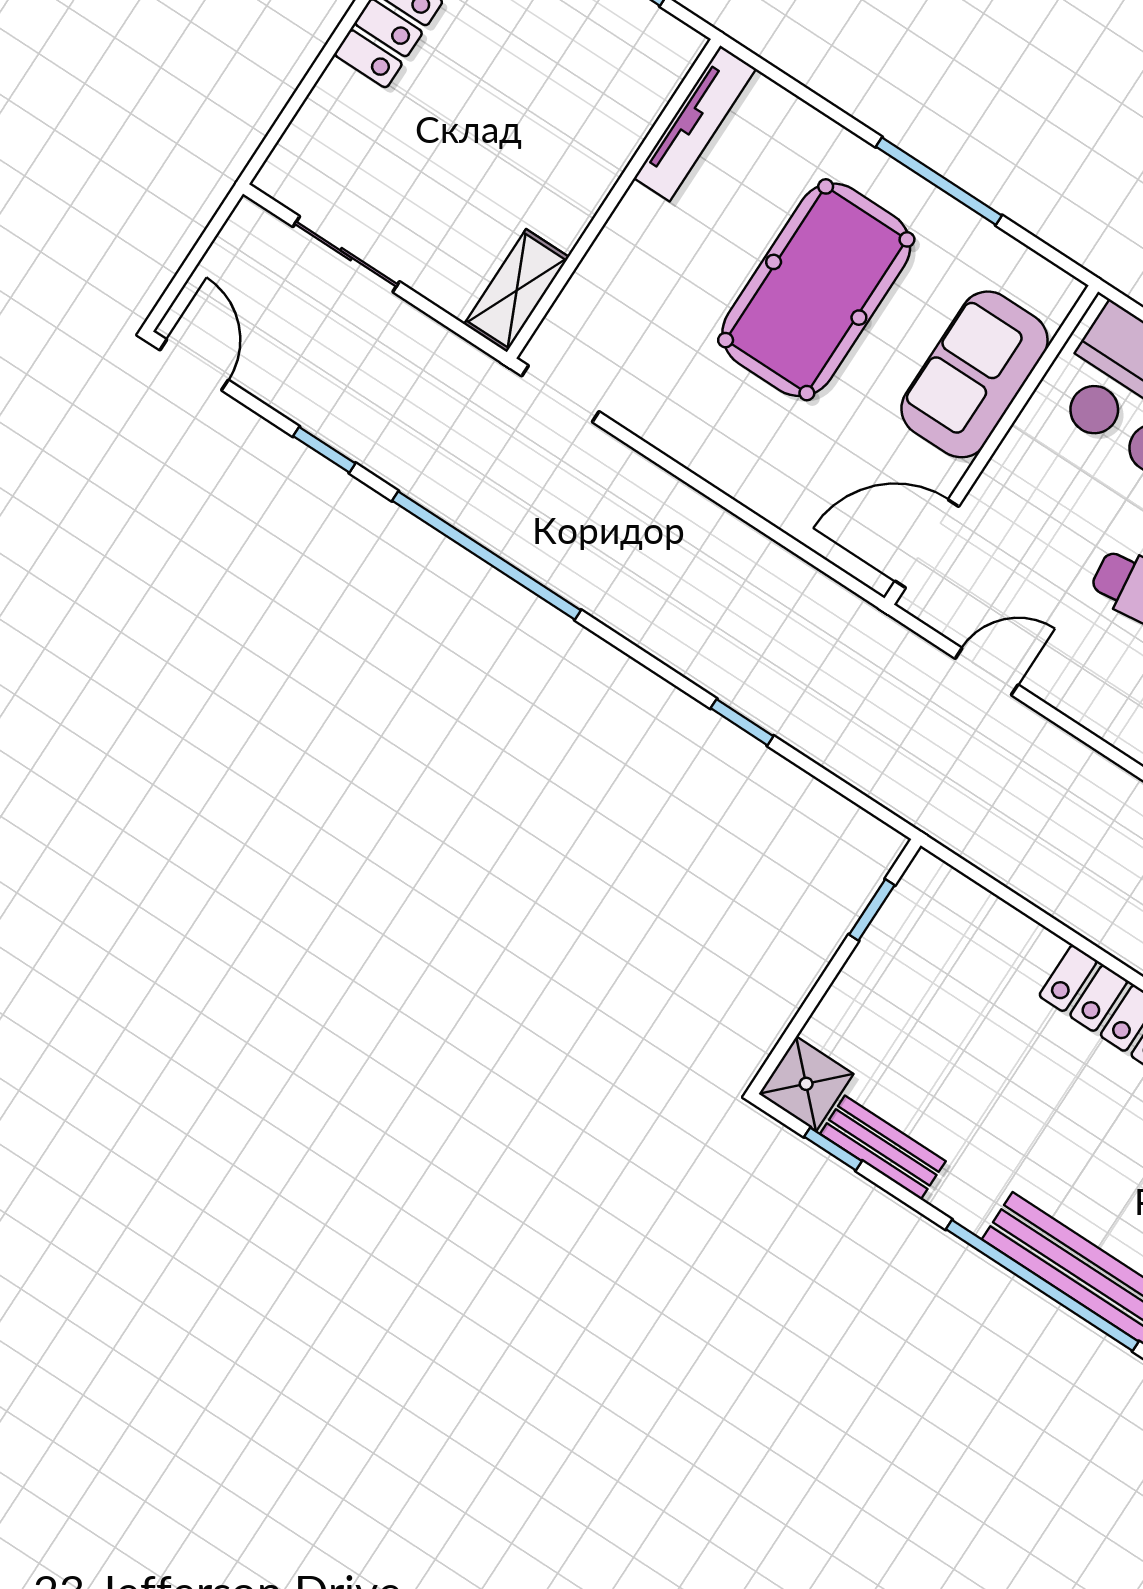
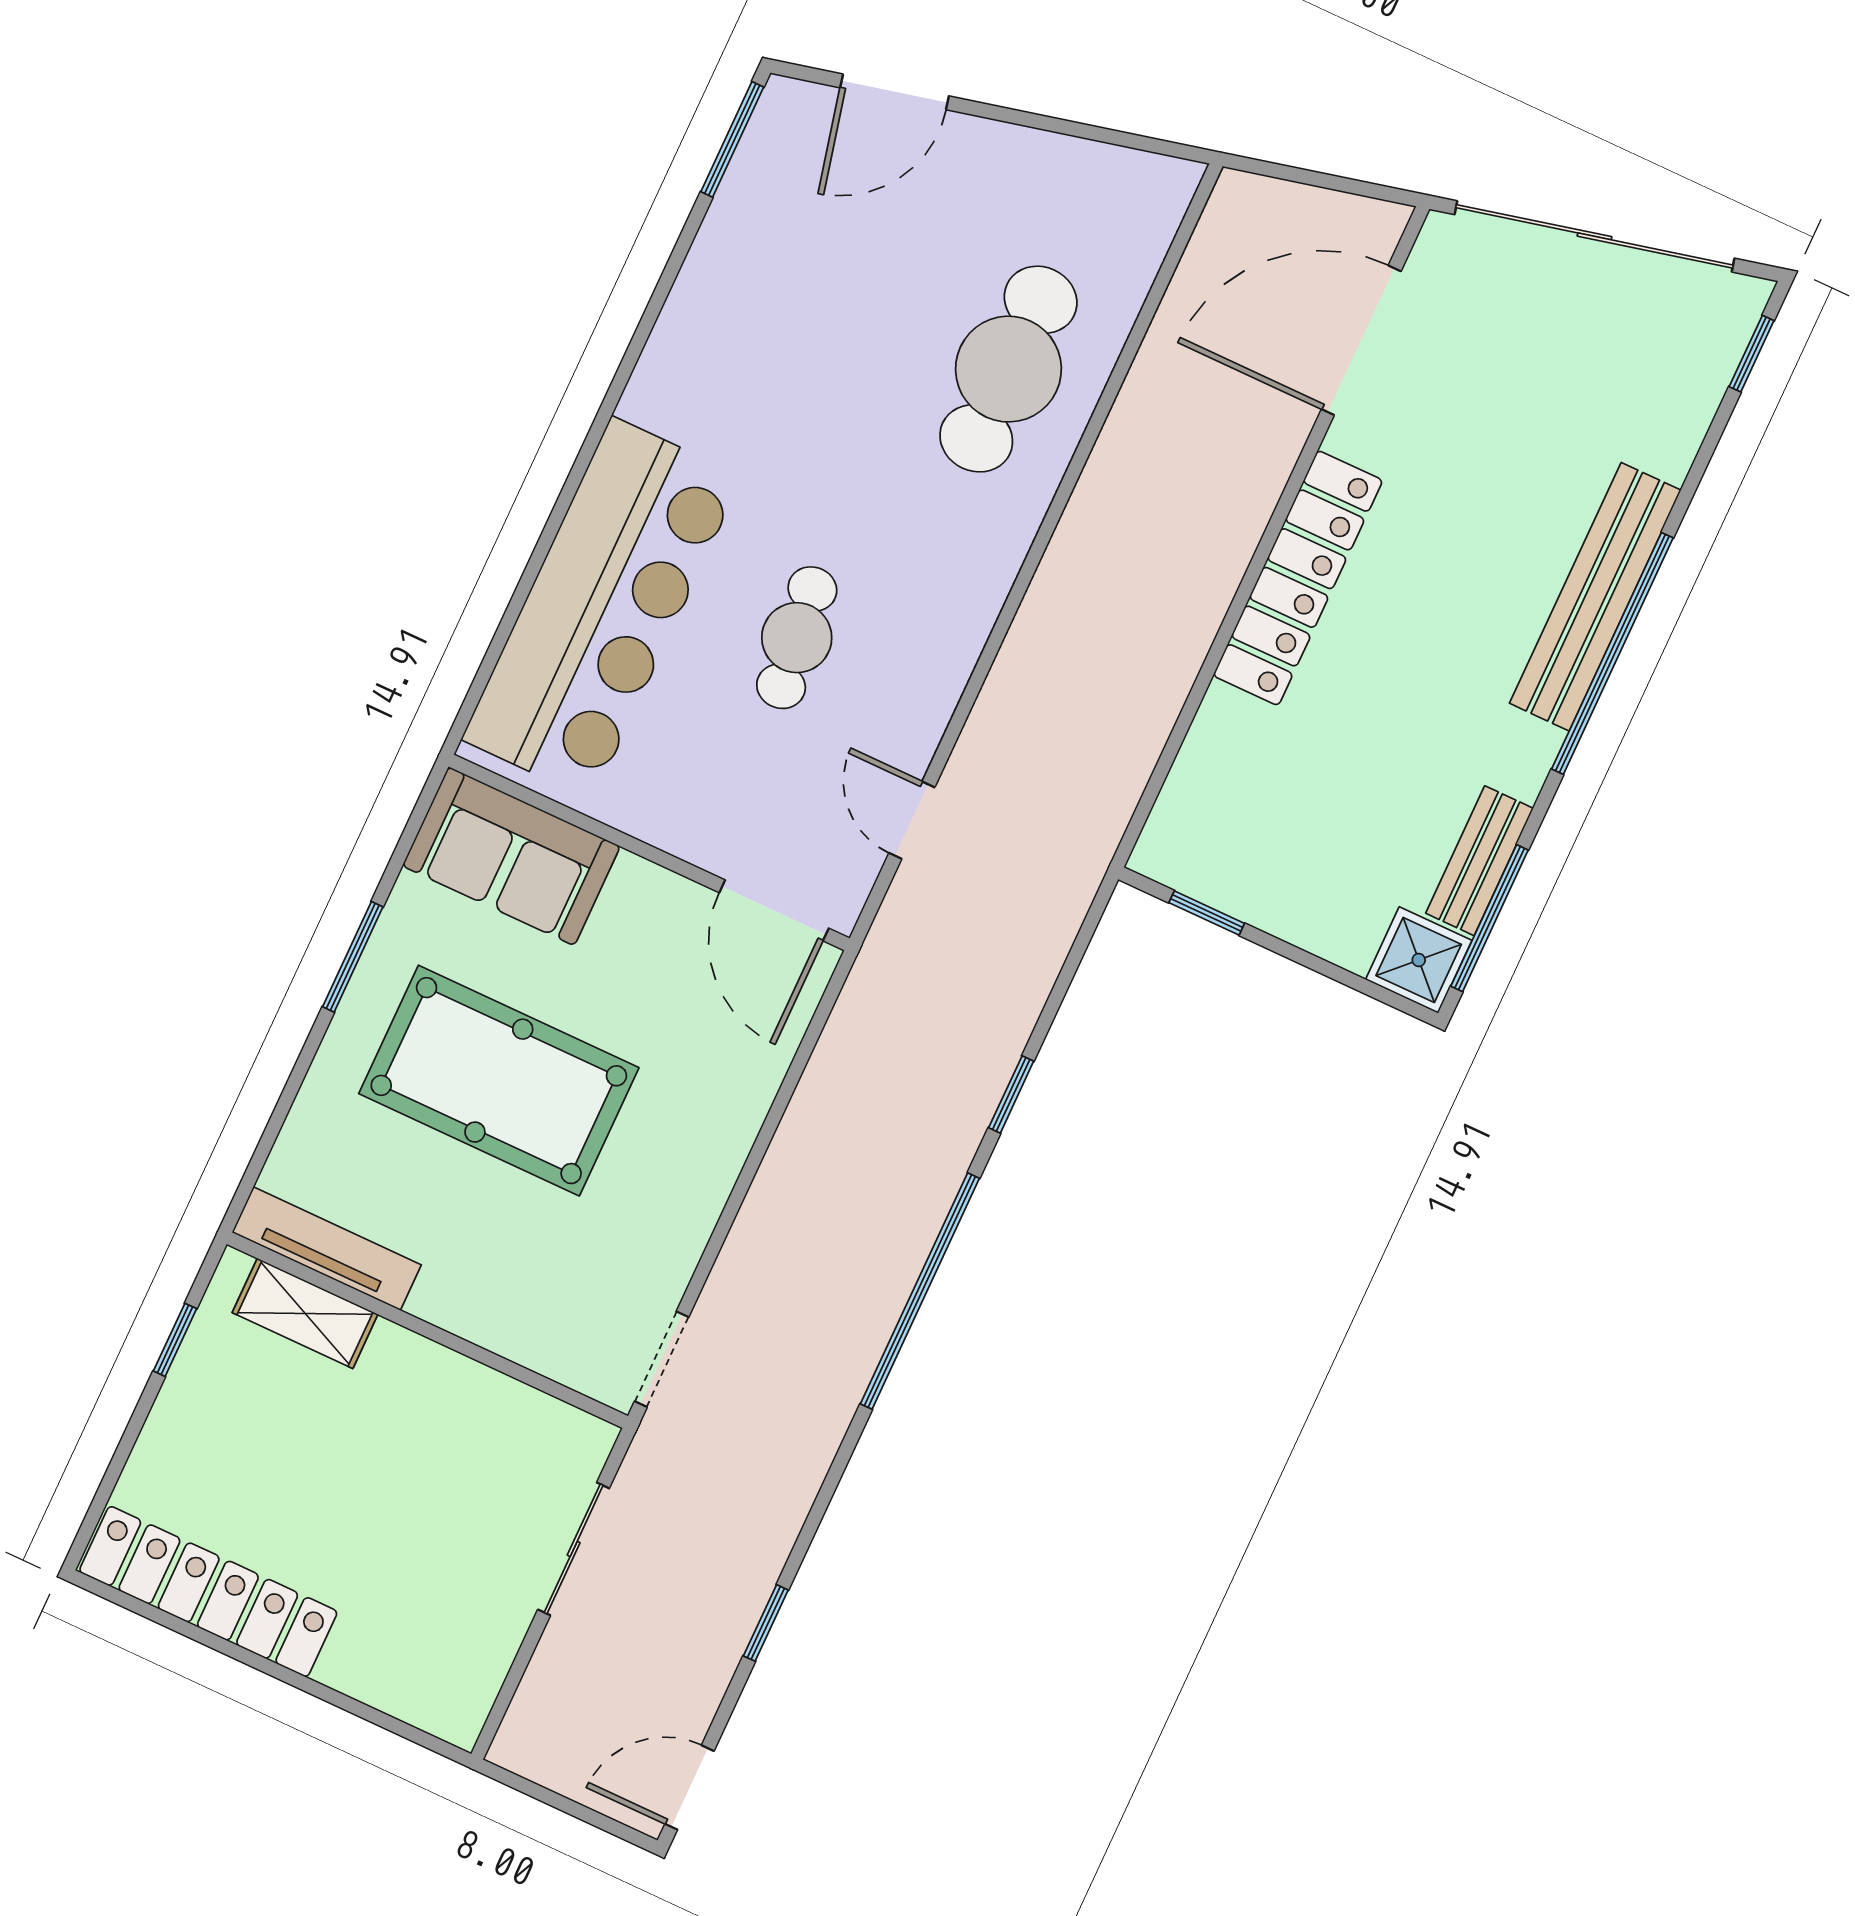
window: (939, 181) -> (353, 957), width x0.69
sliding door: (346, 254) -> (574, 1549), moved
shelving: (517, 291) -> (305, 1313), moved
sofa: (974, 374) -> (511, 856), moved
window: (486, 556) -> (920, 1291), moved
window: (833, 1149) -> (1490, 918), width x2.17

